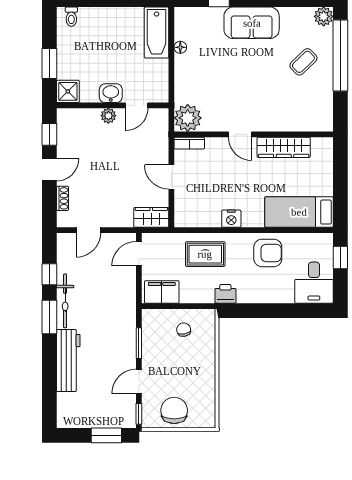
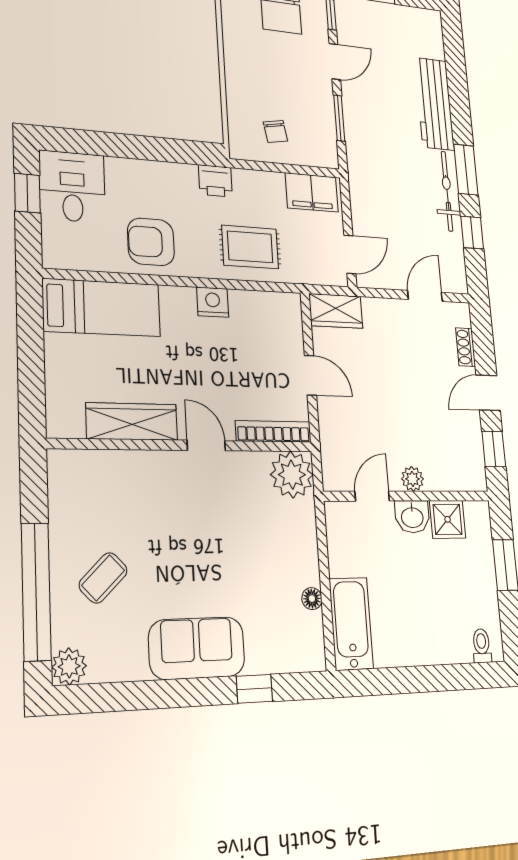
shower: (68, 91) -> (448, 519), moved
bookcase: (189, 143) -> (273, 431), width x1.56
window: (340, 257) -> (27, 193), moved

